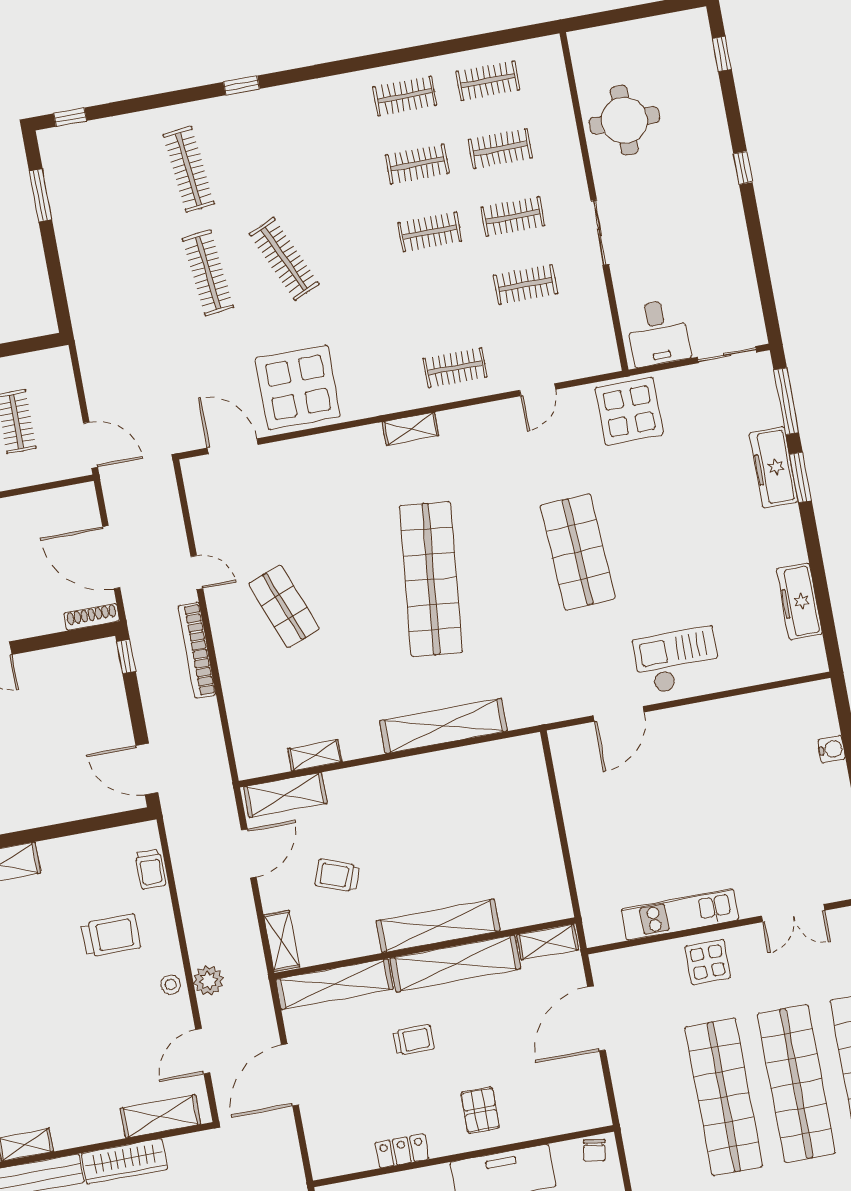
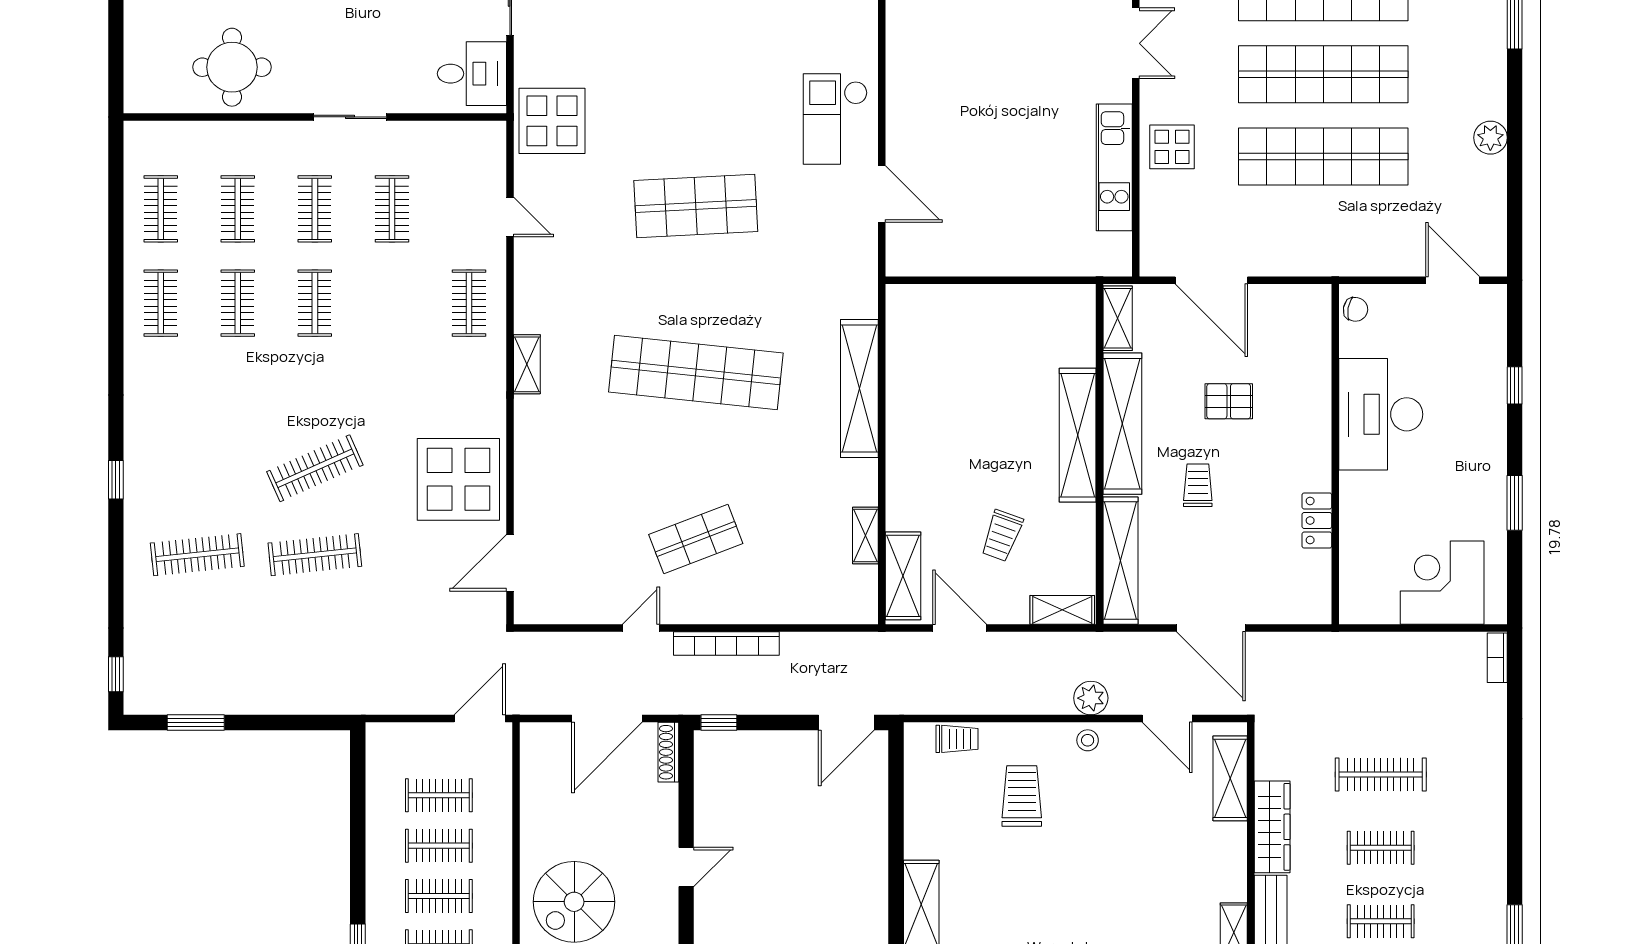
pallet: (480, 1110) -> (1229, 401), moved

